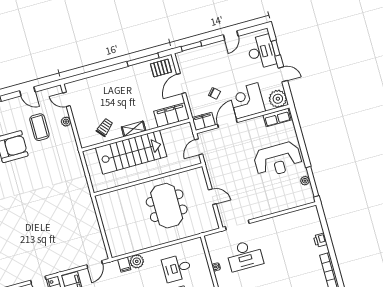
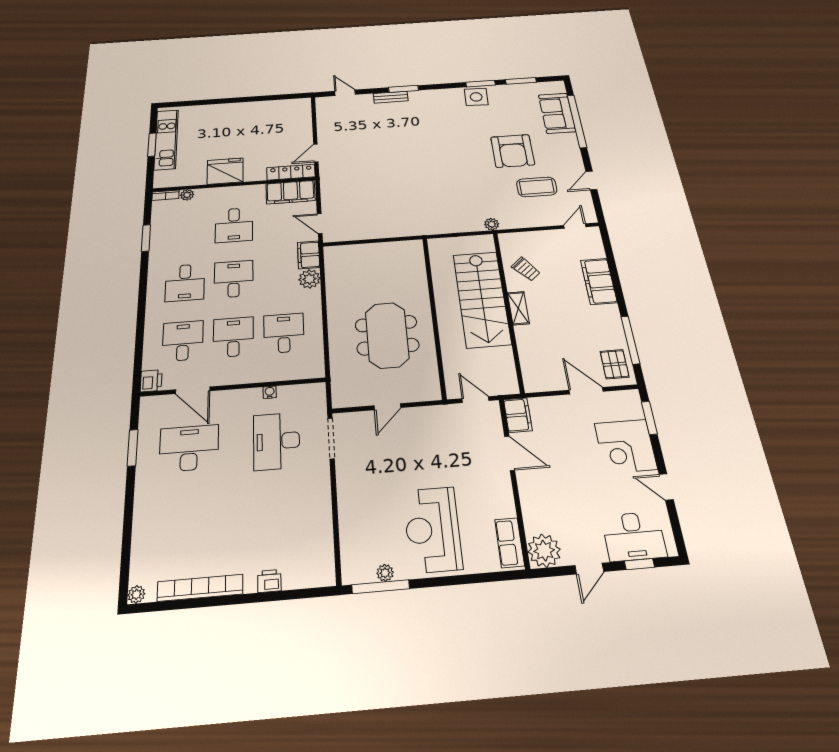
chair: (214, 93) -> (564, 441), removed
corner desk: (247, 101) -> (626, 446), moved, turned 180
filing cabinet: (171, 115) -> (599, 281), moved, turned 180
plant: (66, 122) -> (492, 224), moved
meeting table: (167, 206) -> (387, 335), turned 90
filing cabinet: (124, 265) -> (309, 255), width x2.00

